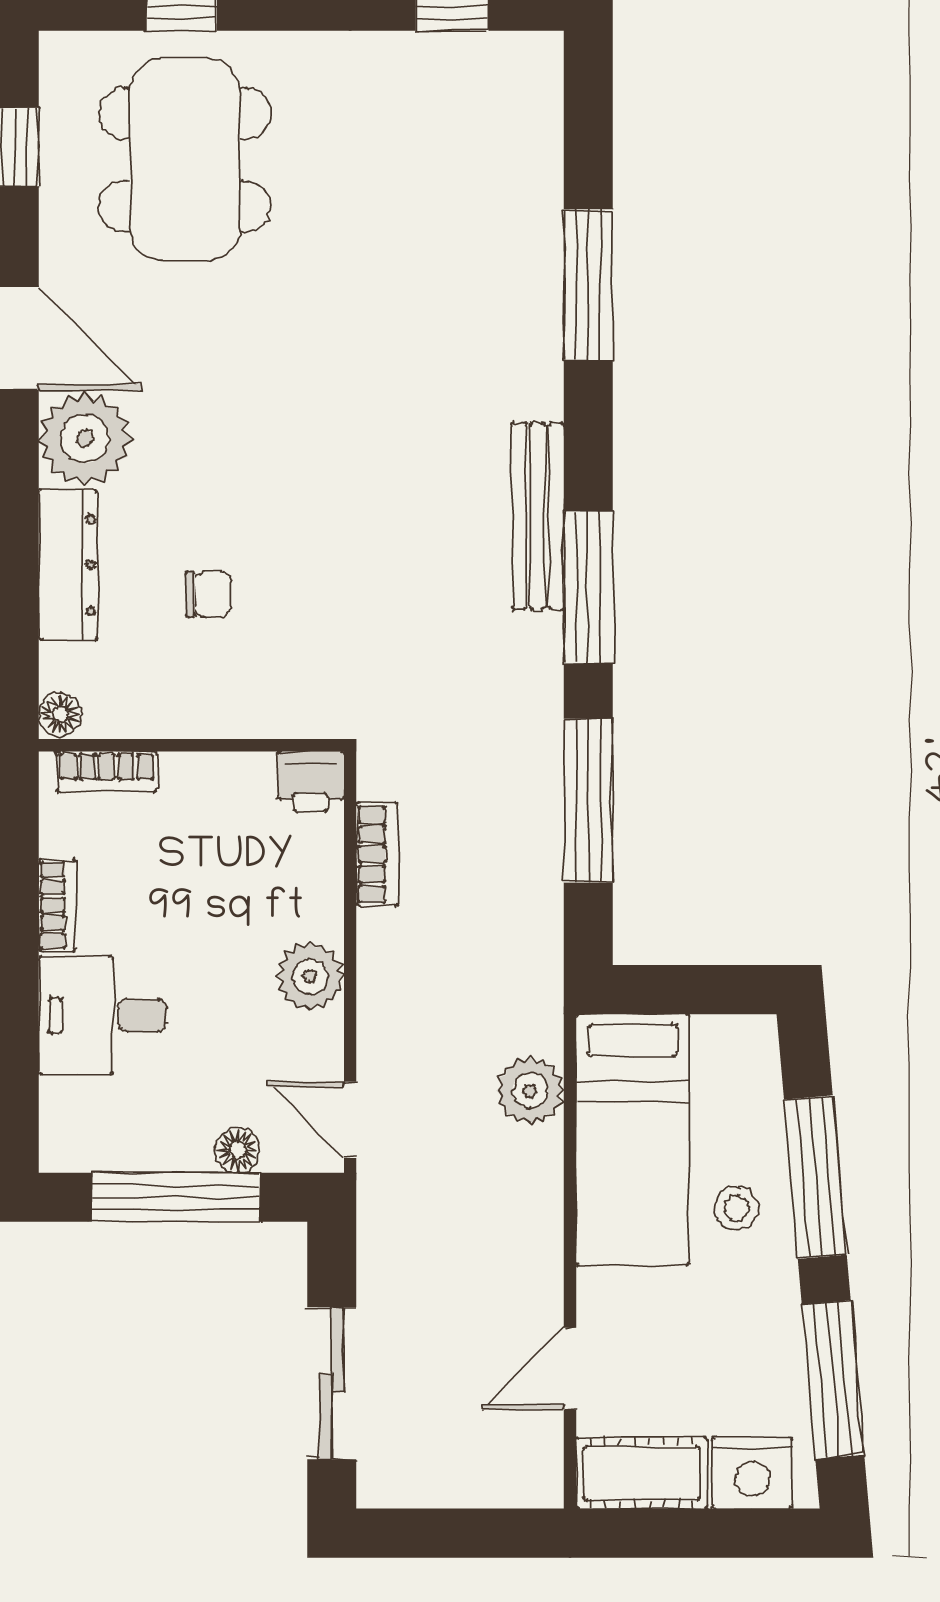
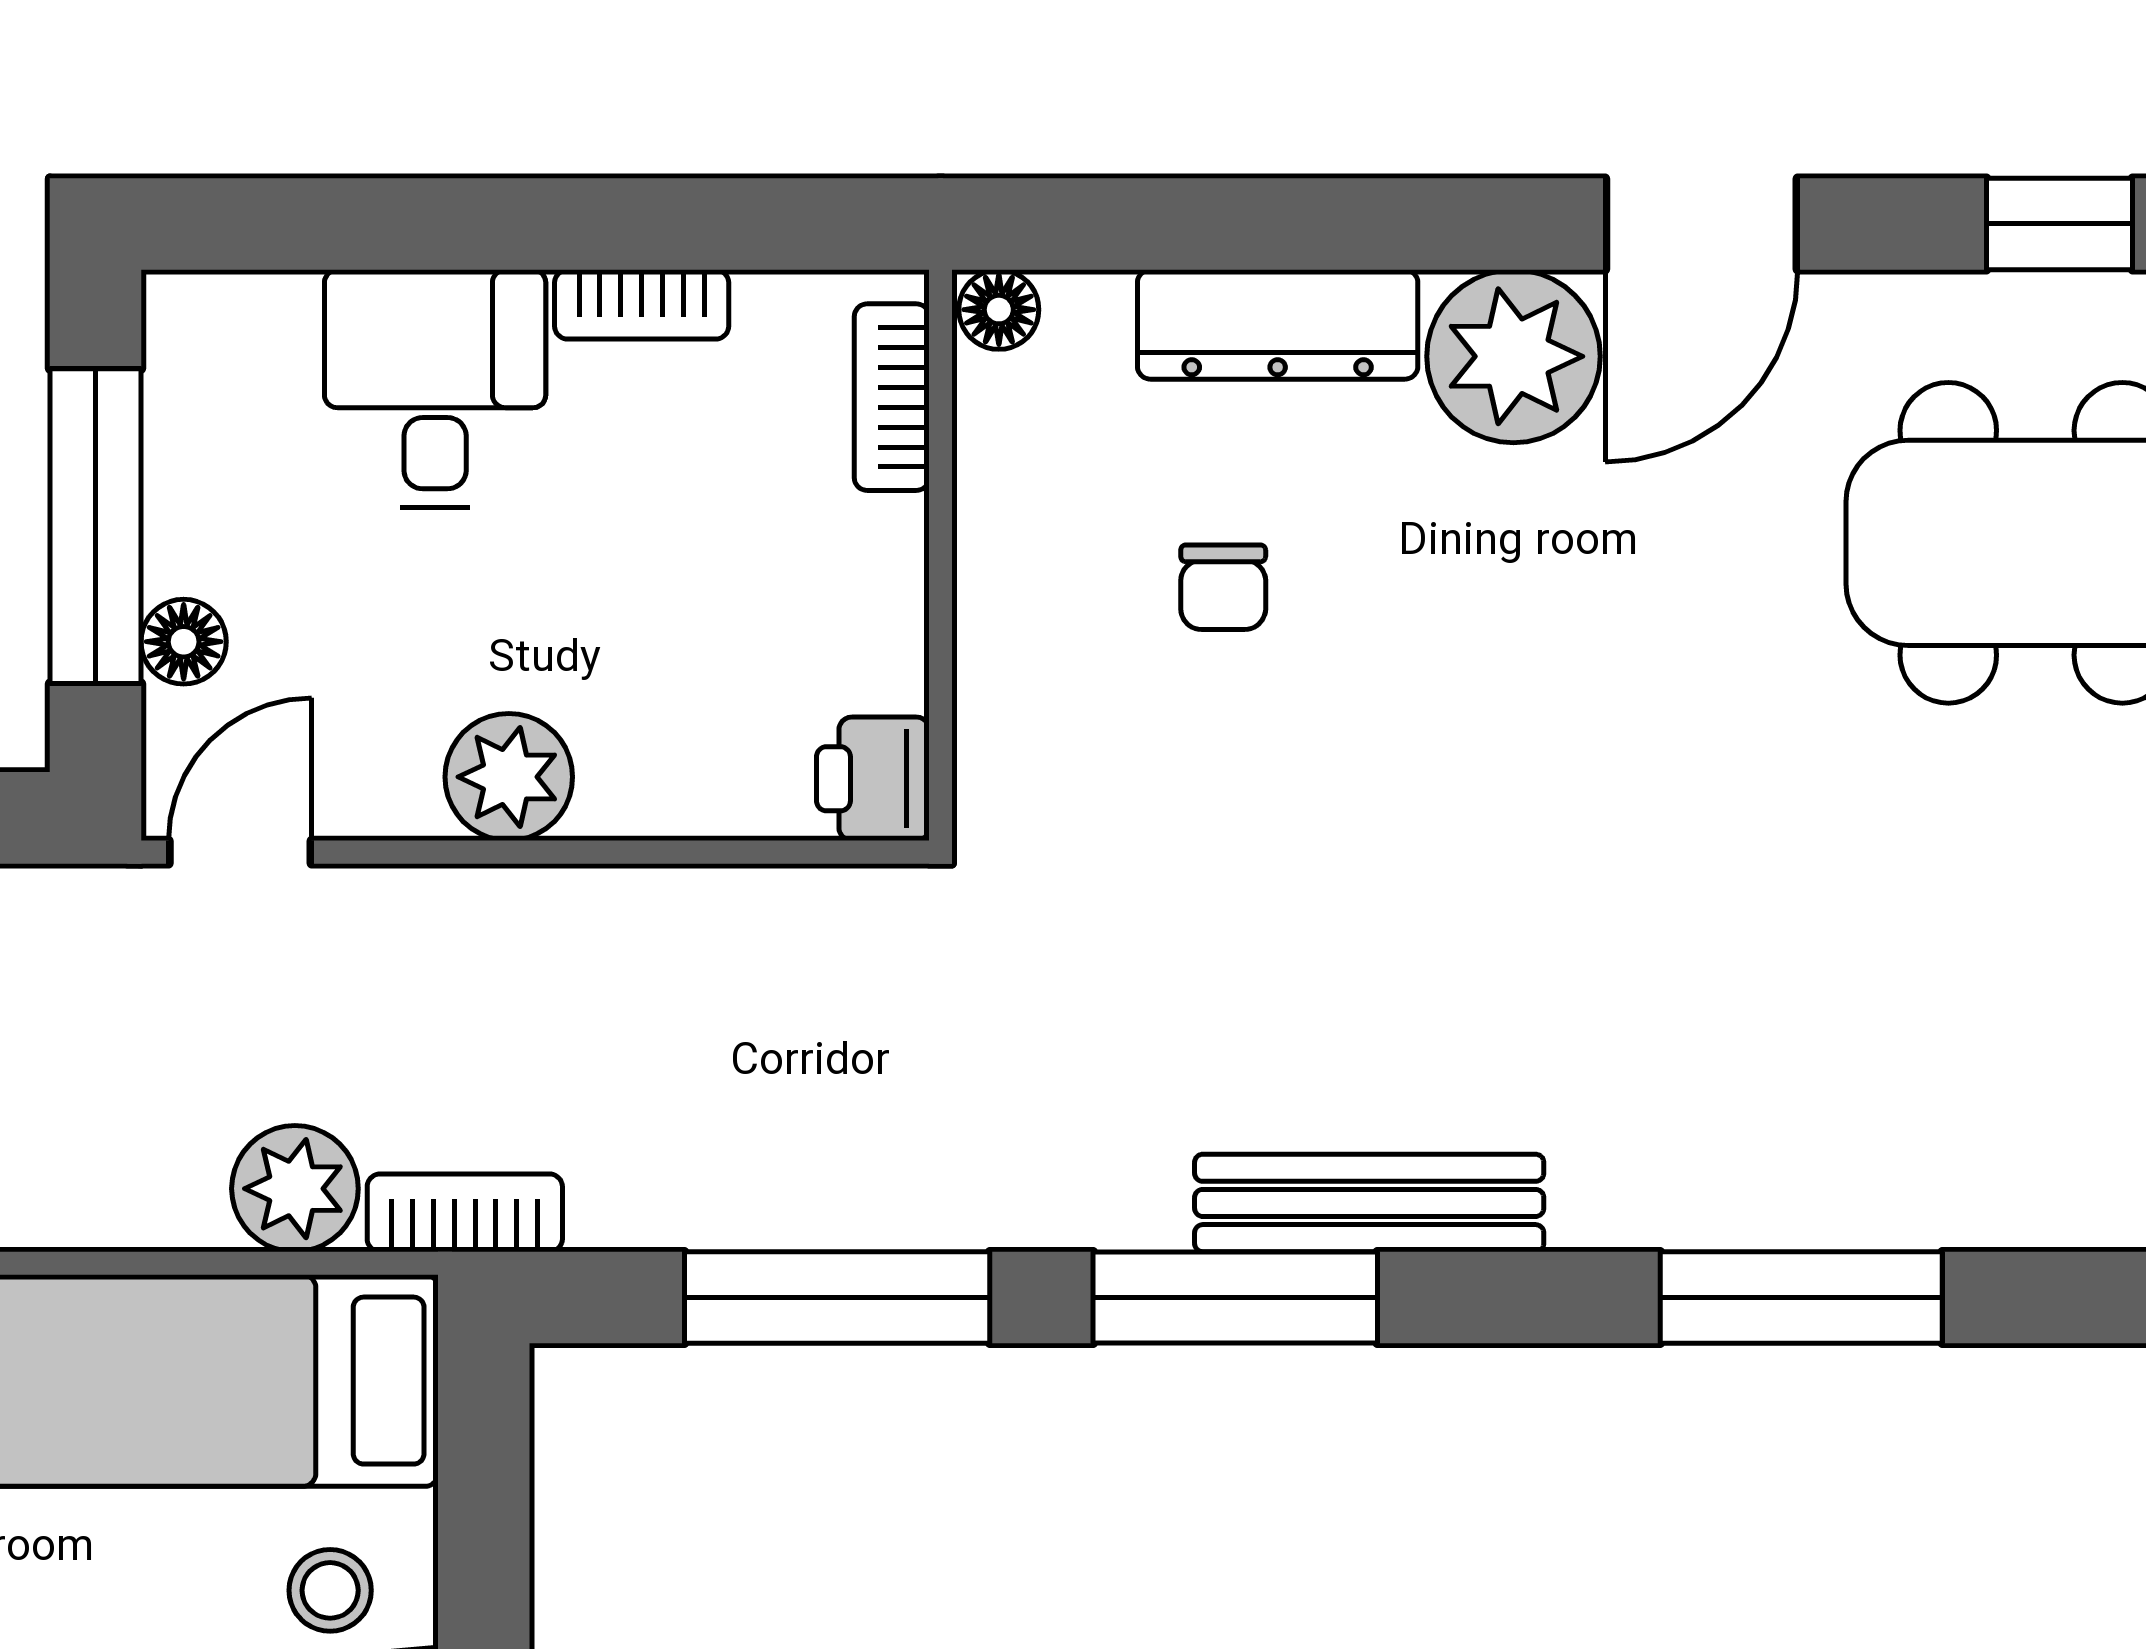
bookcase: (377, 854) -> (465, 1213), moved, turned 180
stool: (736, 1208) -> (330, 1590), moved

